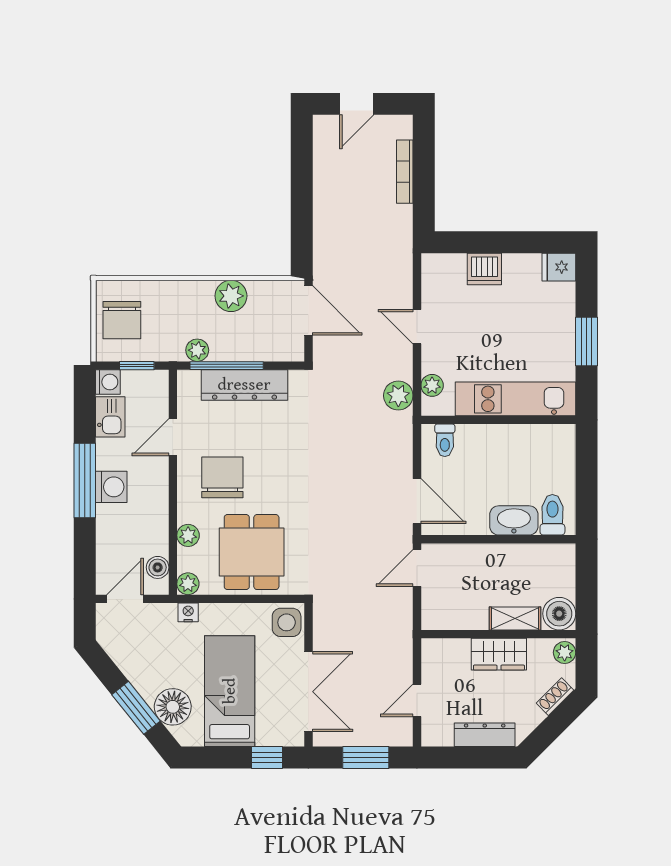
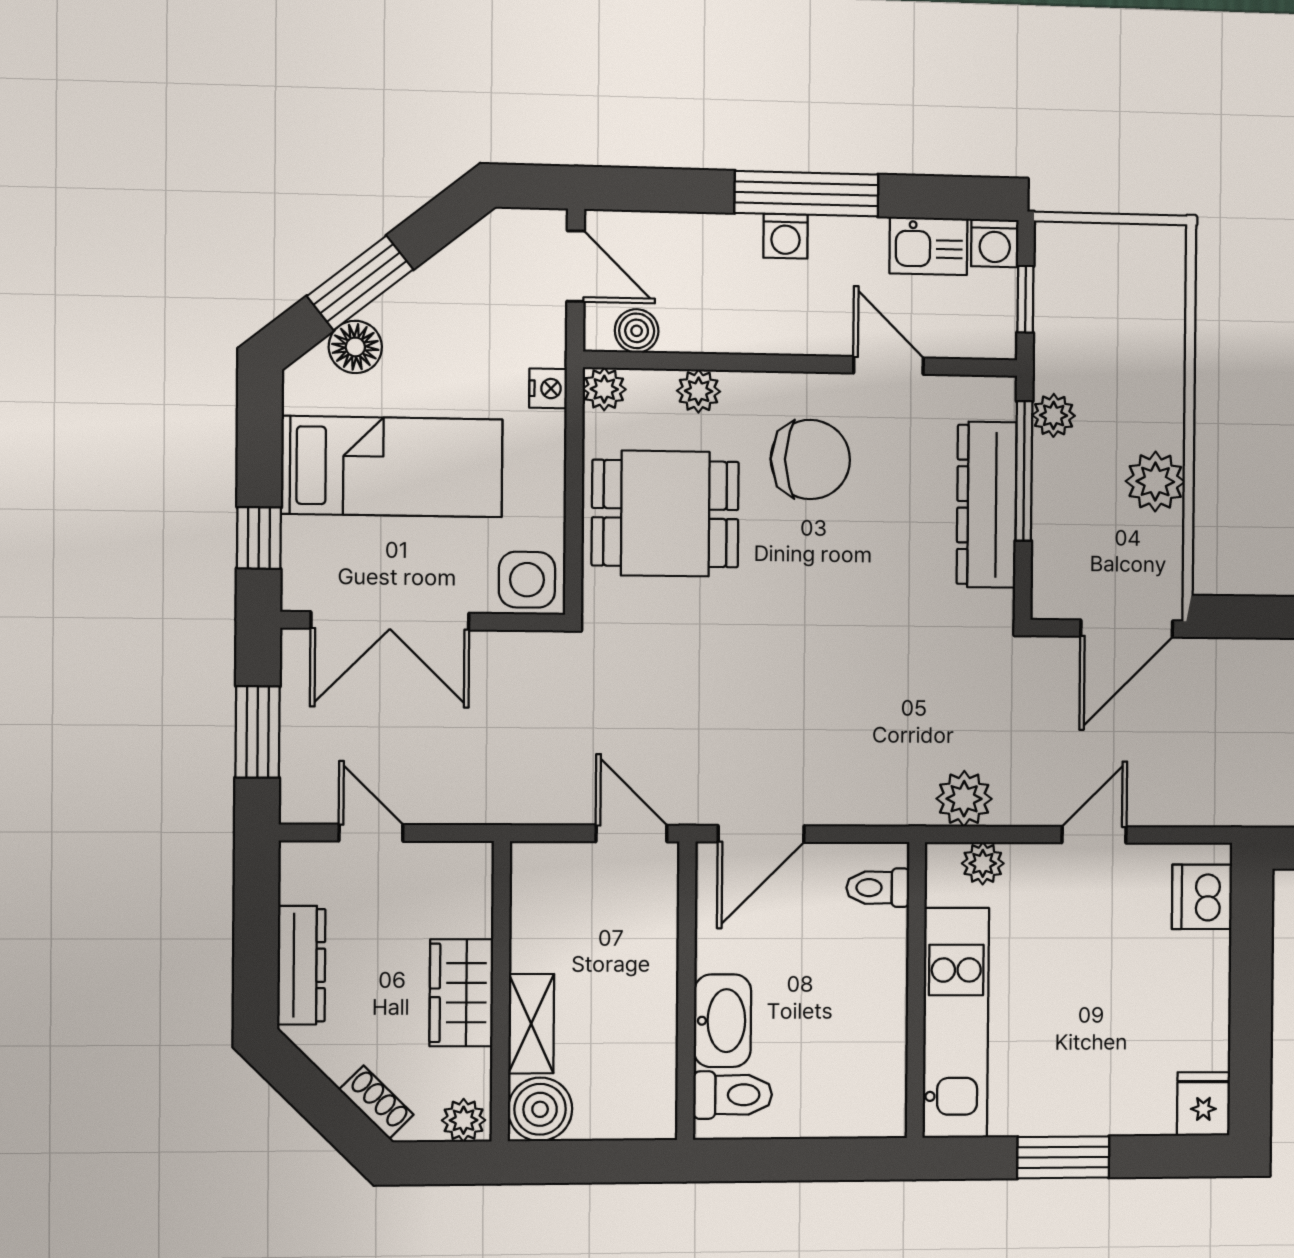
dishwasher: (484, 269) -> (1202, 897), moved
chair: (122, 320) -> (1112, 273), removed
washing machine: (111, 487) -> (786, 236), width x0.73, depth x0.73
floor lamp: (173, 707) -> (355, 347), width x0.73, depth x0.73

